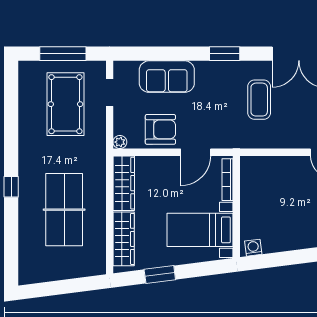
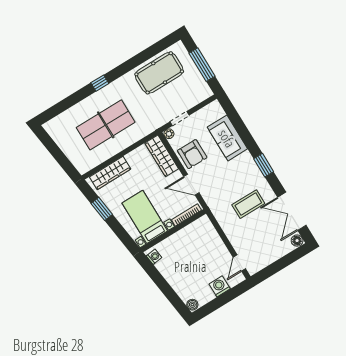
doorway: (110, 93) -> (180, 119), moved
pool table: (65, 104) -> (159, 73), moved
wardrobe: (124, 183) -> (162, 156), moved, turned 90

